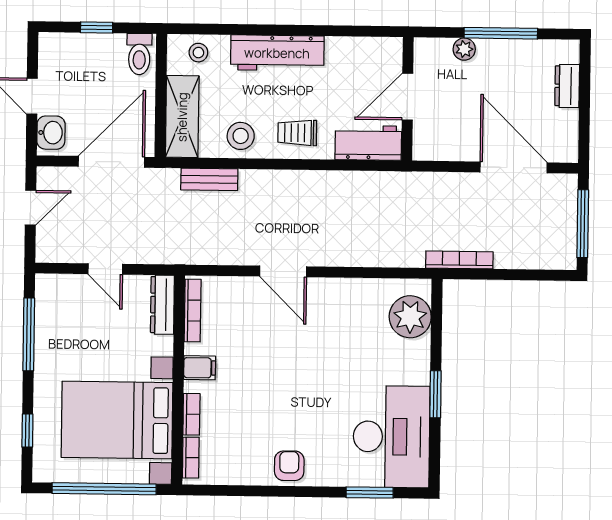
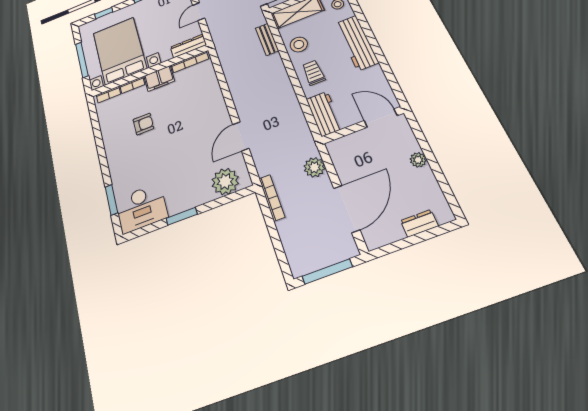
window: (501, 33) -> (434, 165), removed
plant: (464, 49) -> (418, 160), moved
door: (407, 97) -> (381, 118), moved
plant: (440, 187) -> (314, 167), added
door: (283, 271) -> (241, 136), moved
filing cabinet: (200, 368) -> (159, 78), width x2.00
desk: (391, 437) -> (141, 208), width x0.73, depth x0.77
armchair: (289, 466) -> (143, 124), moved
window: (104, 489) -> (82, 60), width x0.68

